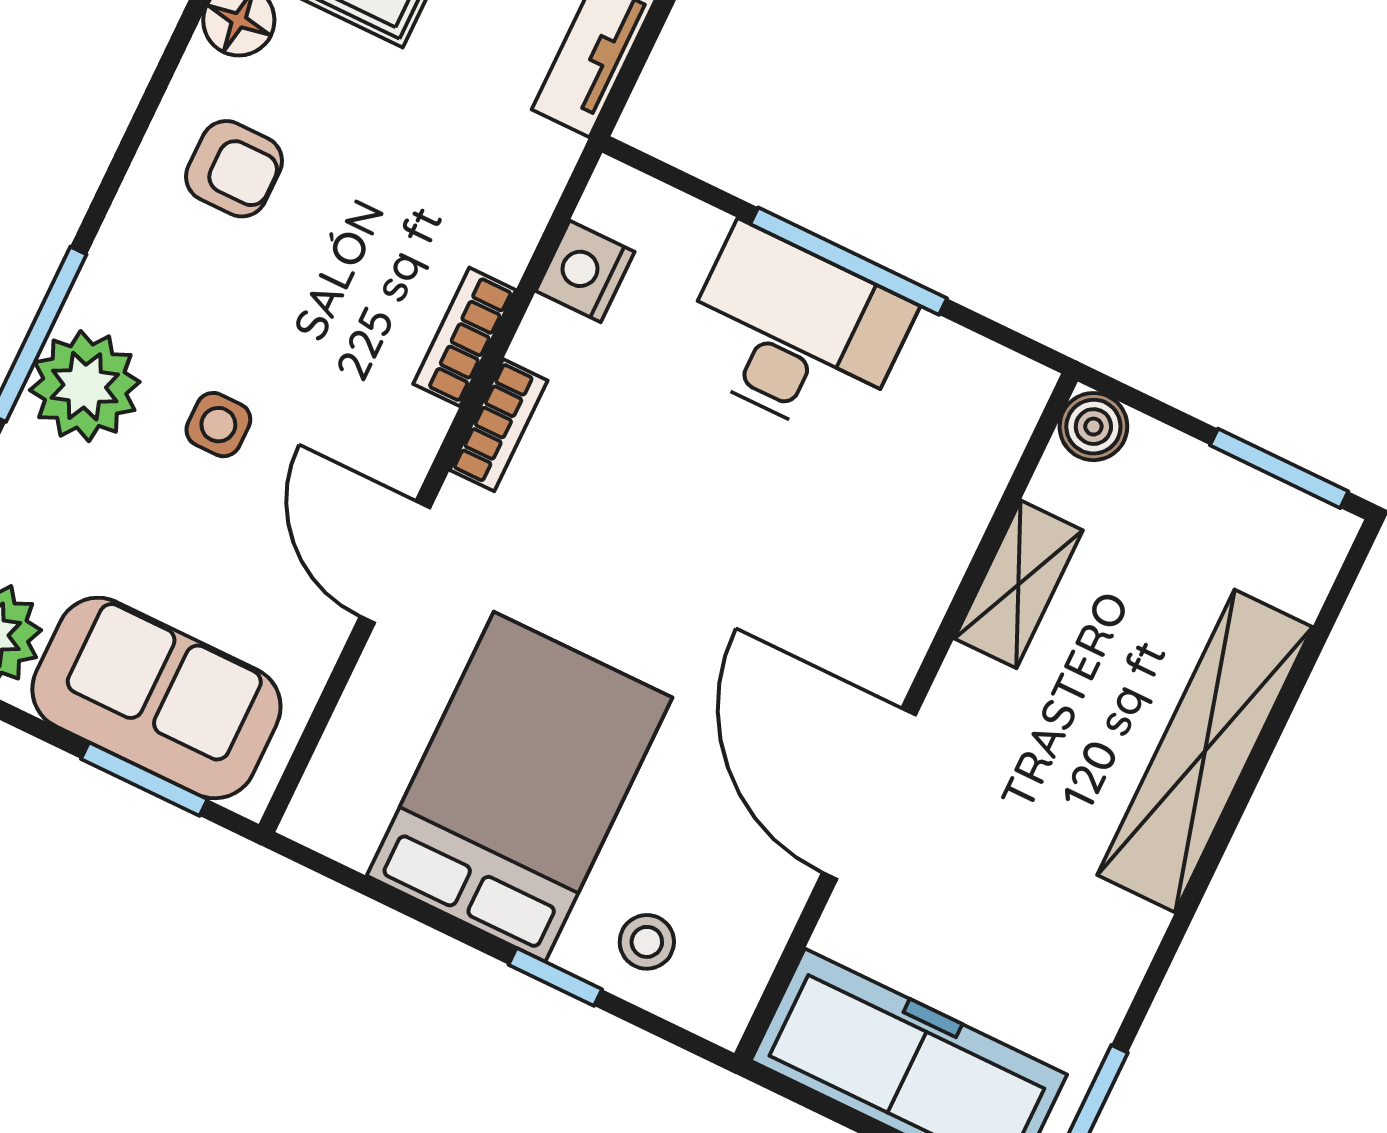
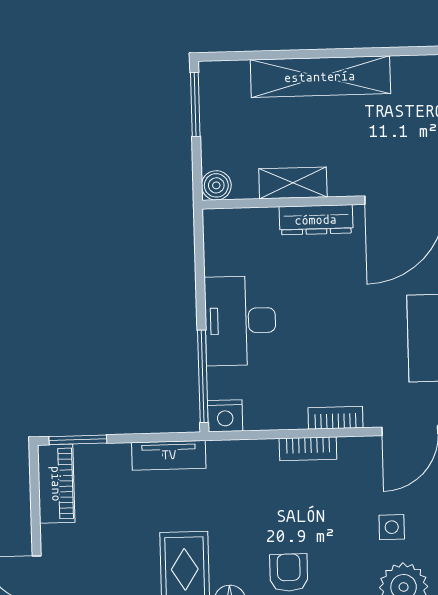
window: (849, 261) -> (203, 376), moved
nightstand: (585, 271) -> (225, 416), moved
dresser: (920, 593) -> (316, 220), added

